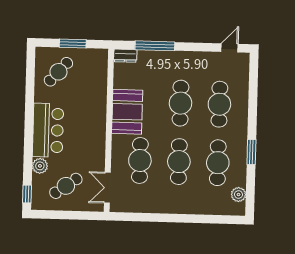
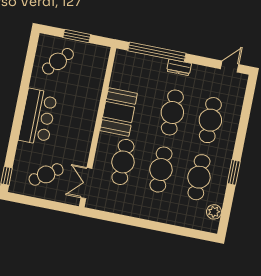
window: (155, 46) -> (157, 52), width x1.46
dresser: (125, 56) -> (179, 67), moved
plant: (40, 166) -> (24, 150), removed

